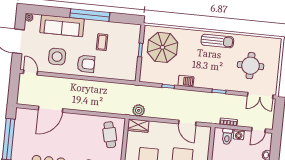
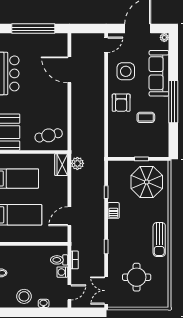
door: (258, 130) -> (69, 292), swing flipped

